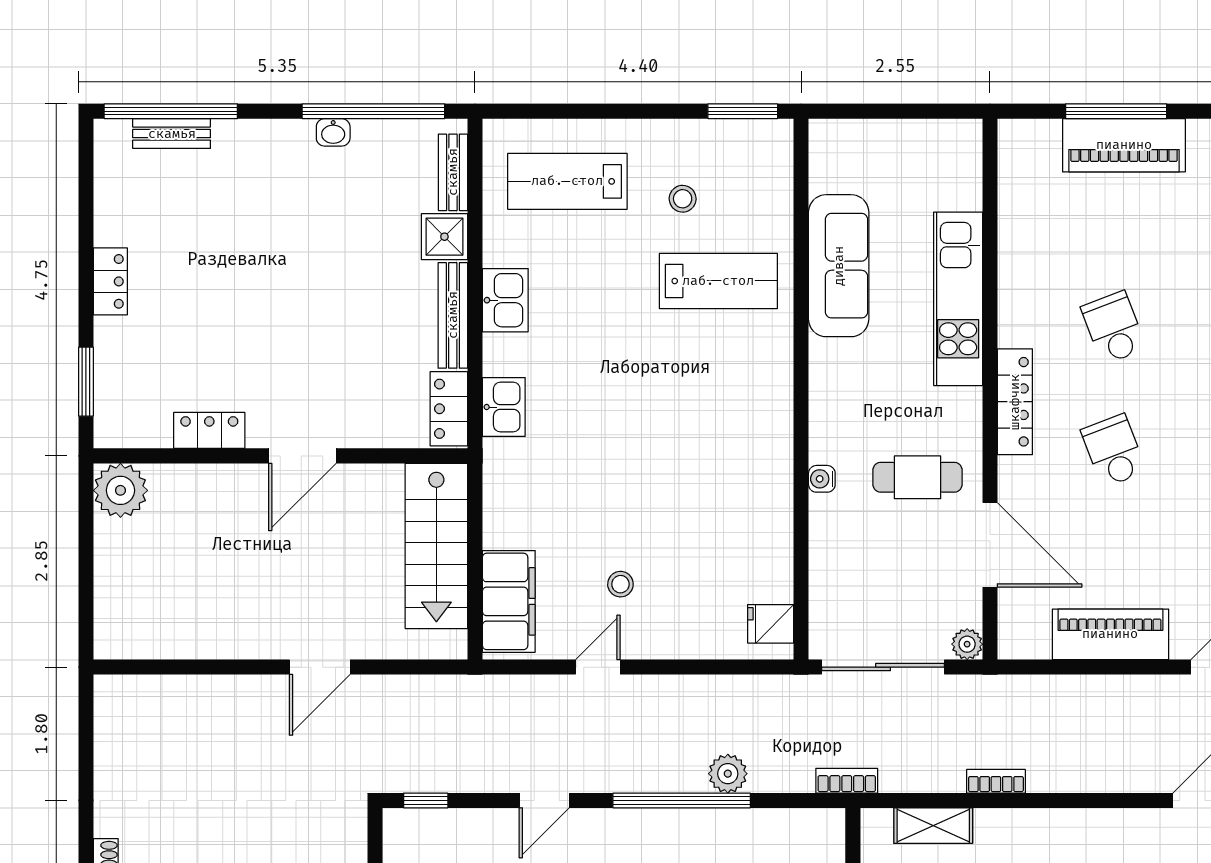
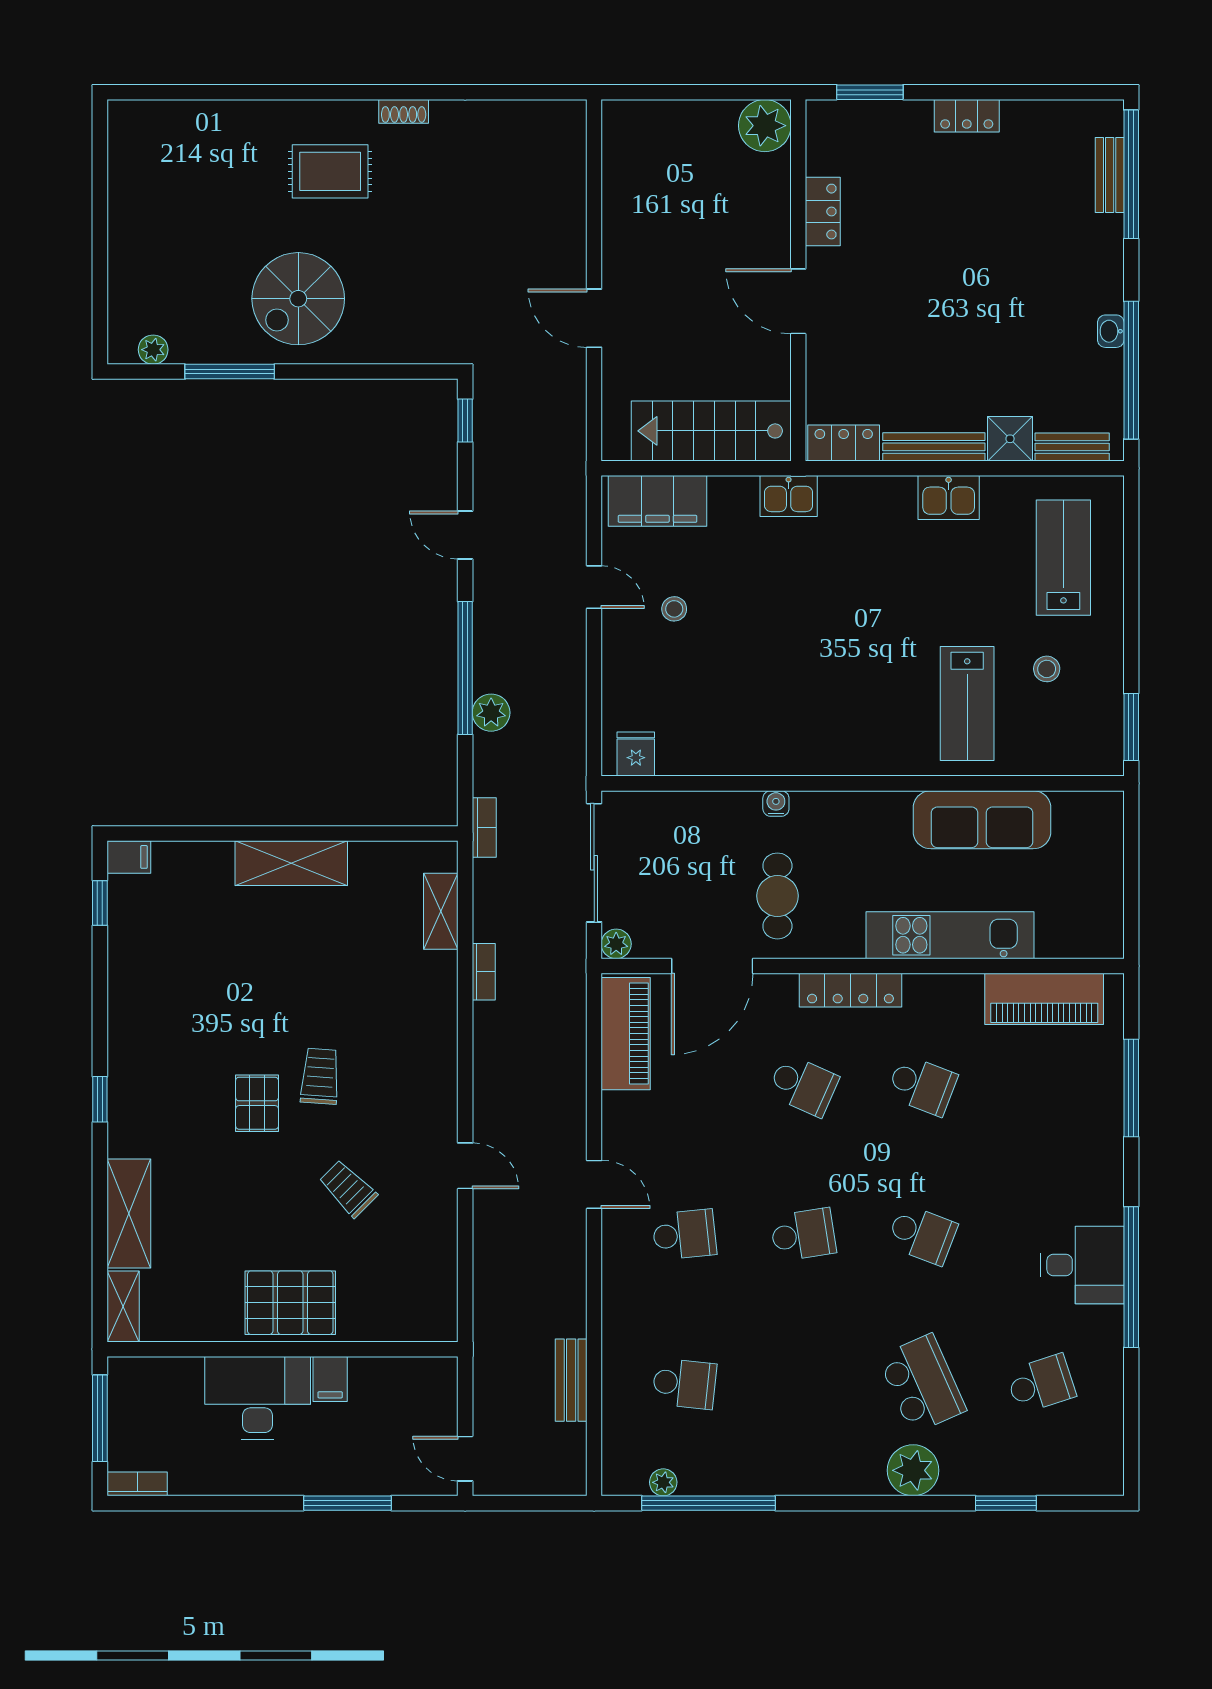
piano: (1124, 145) -> (1044, 999), moved, turned -90
school desk: (1114, 328) -> (922, 1085), turned 42
kitchen sink: (504, 407) -> (789, 496), moved
school desk: (1114, 451) -> (803, 1085), turned 45
piano: (1110, 634) -> (626, 1034), moved

